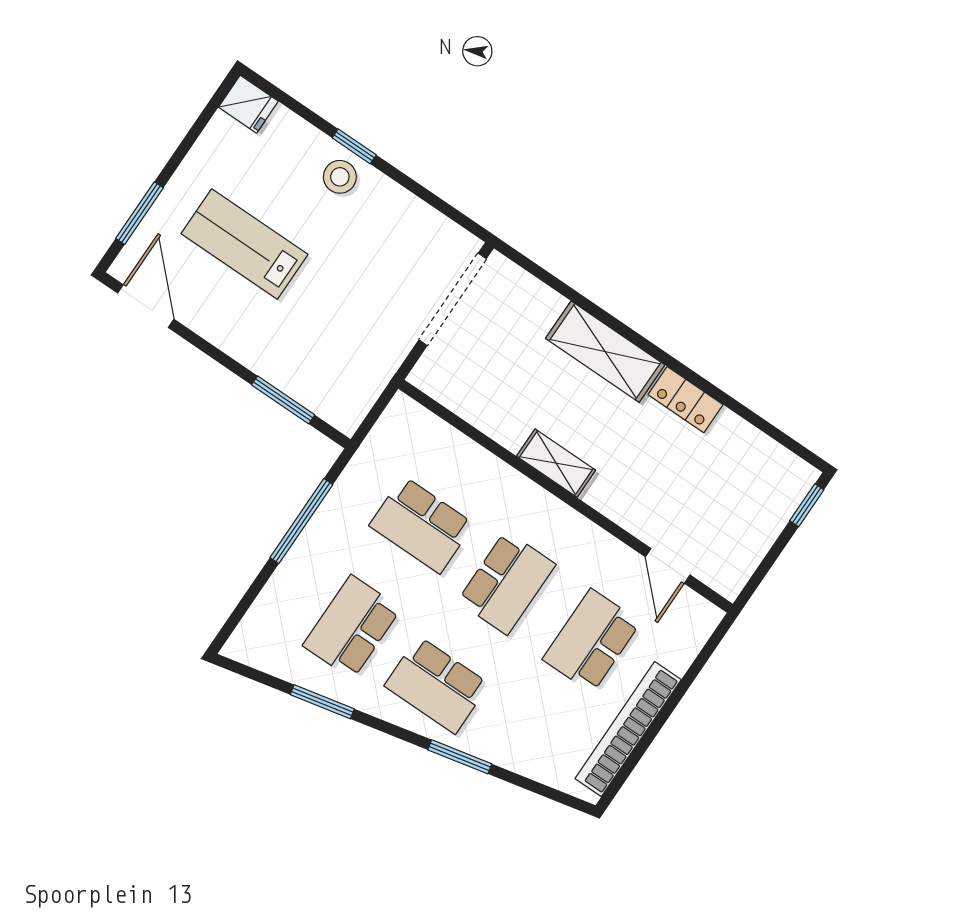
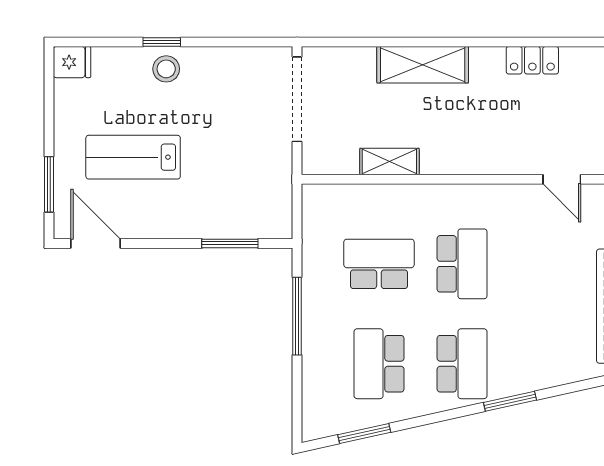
locker: (686, 400) -> (532, 60), moved
shelving: (556, 463) -> (389, 162), moved
school desk: (422, 525) -> (379, 264), turned 180
school desk: (592, 641) -> (545, 264), removed
school desk: (437, 685) -> (462, 364), turned -90
window: (322, 702) -> (364, 433), moved

